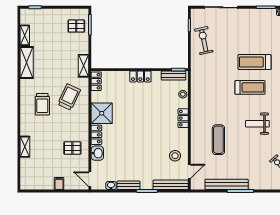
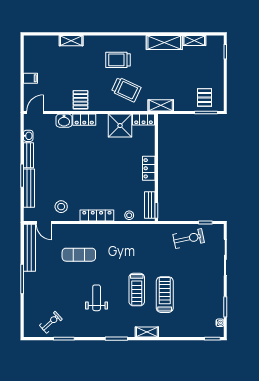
shower: (102, 113) -> (120, 126), moved
locker: (183, 118) -> (97, 216), width x1.53
pallet: (72, 148) -> (80, 100), moved
bench: (227, 184) -> (29, 248), moved
bench: (171, 185) -> (29, 188), moved

